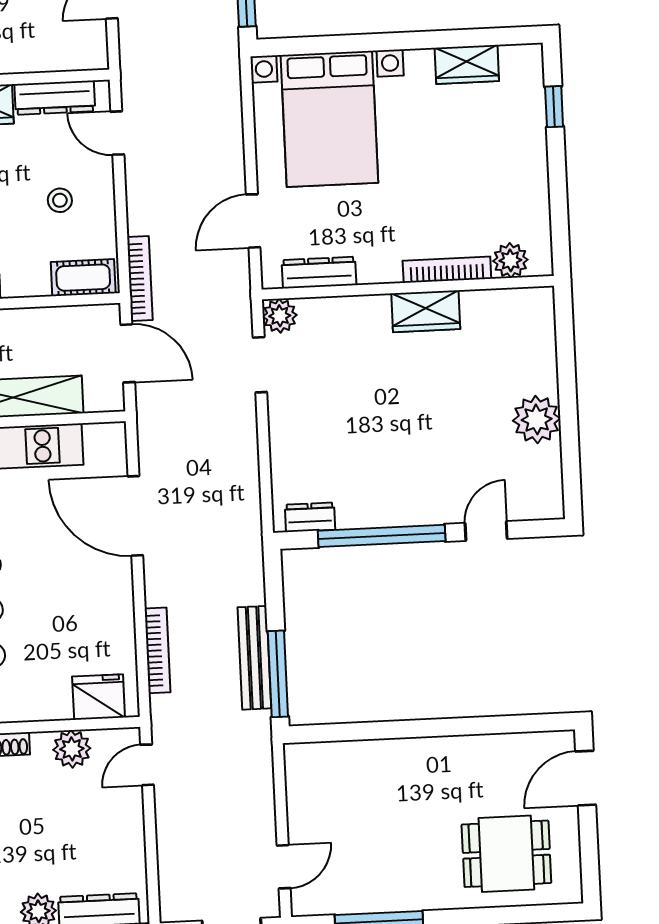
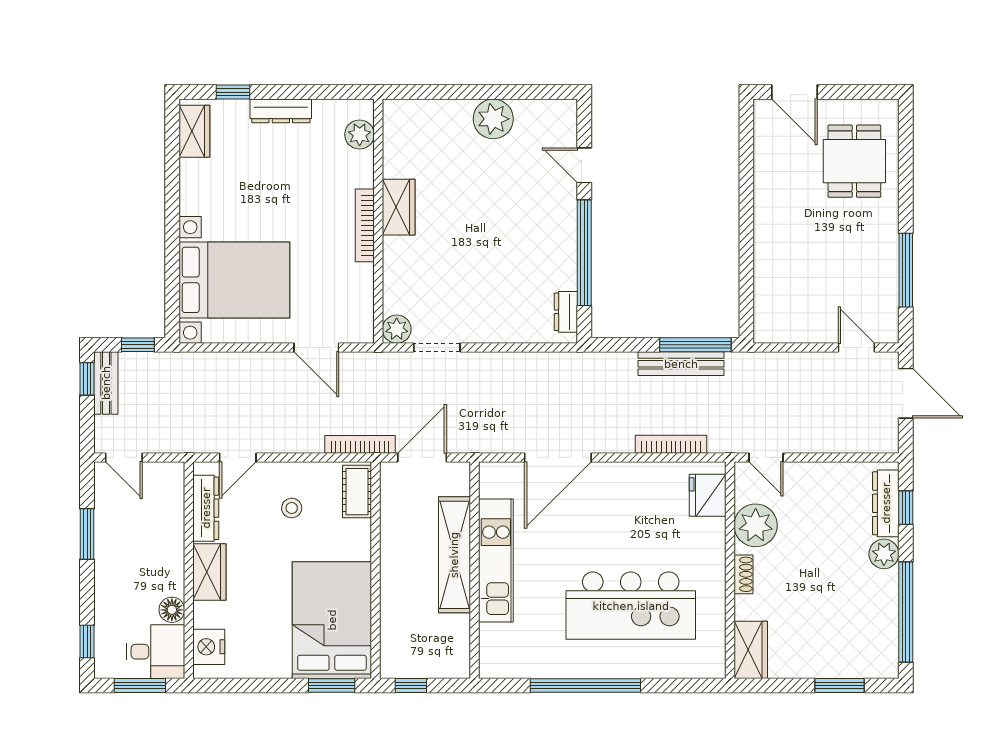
wardrobe: (467, 64) -> (194, 131), moved
bookcase: (447, 270) -> (365, 225), moved
dresser: (319, 273) -> (281, 111), moved, turned -90
plant: (72, 749) -> (756, 525), width x1.36, depth x1.36

